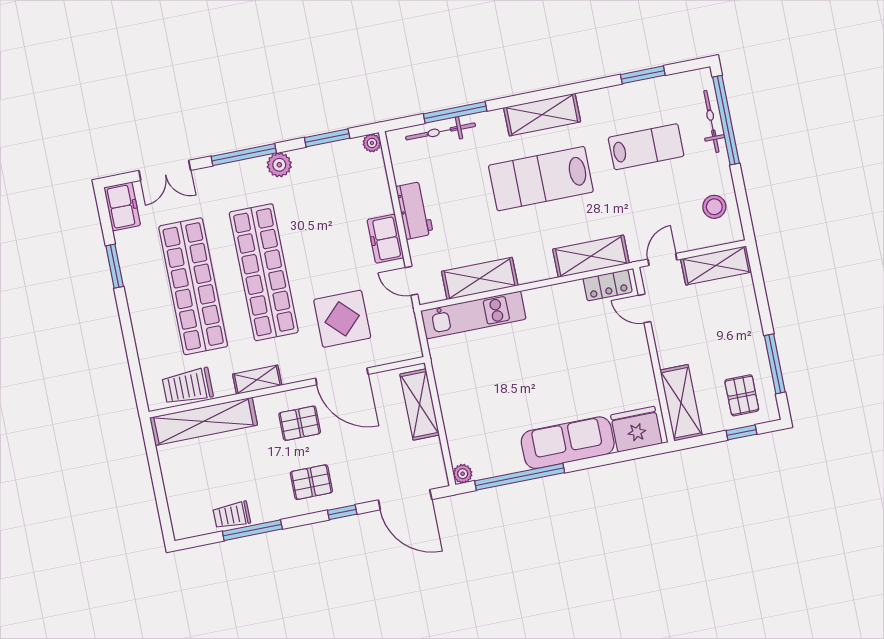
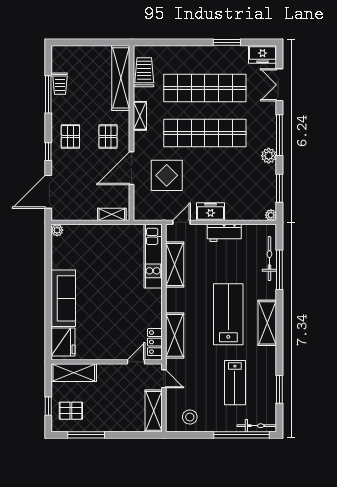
bicycle: (711, 121) -> (257, 426), moved
shelving: (420, 405) -> (112, 214), width x0.67, depth x0.75
window: (520, 477) -> (48, 265), removed
trolley: (232, 515) -> (60, 84), turned 180

